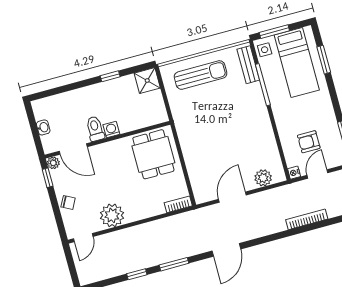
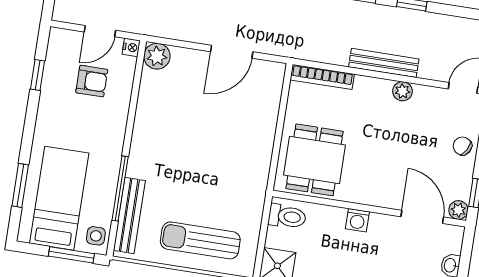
bench: (248, 65) -> (129, 215), width x1.36
toilet: (95, 129) -> (287, 216), moved, turned -90
plant: (263, 178) -> (157, 56), moved
bookcase: (178, 204) -> (322, 77), width x1.56
plant: (112, 215) -> (402, 91), width x0.53, depth x0.53
bench: (138, 231) -> (384, 63), added

